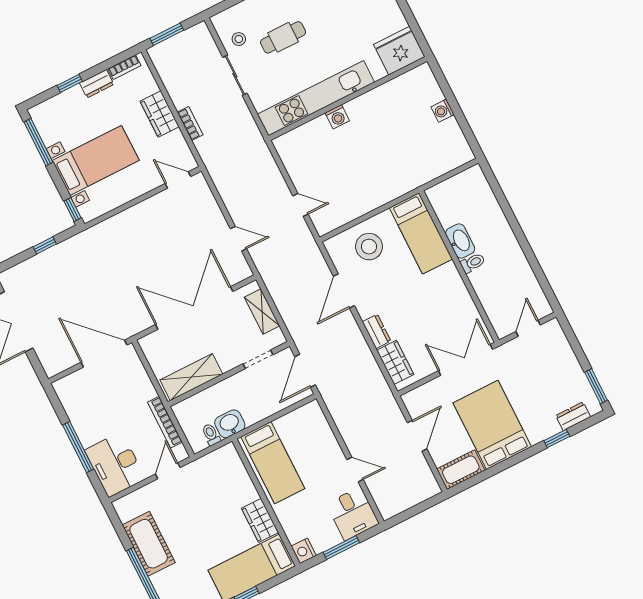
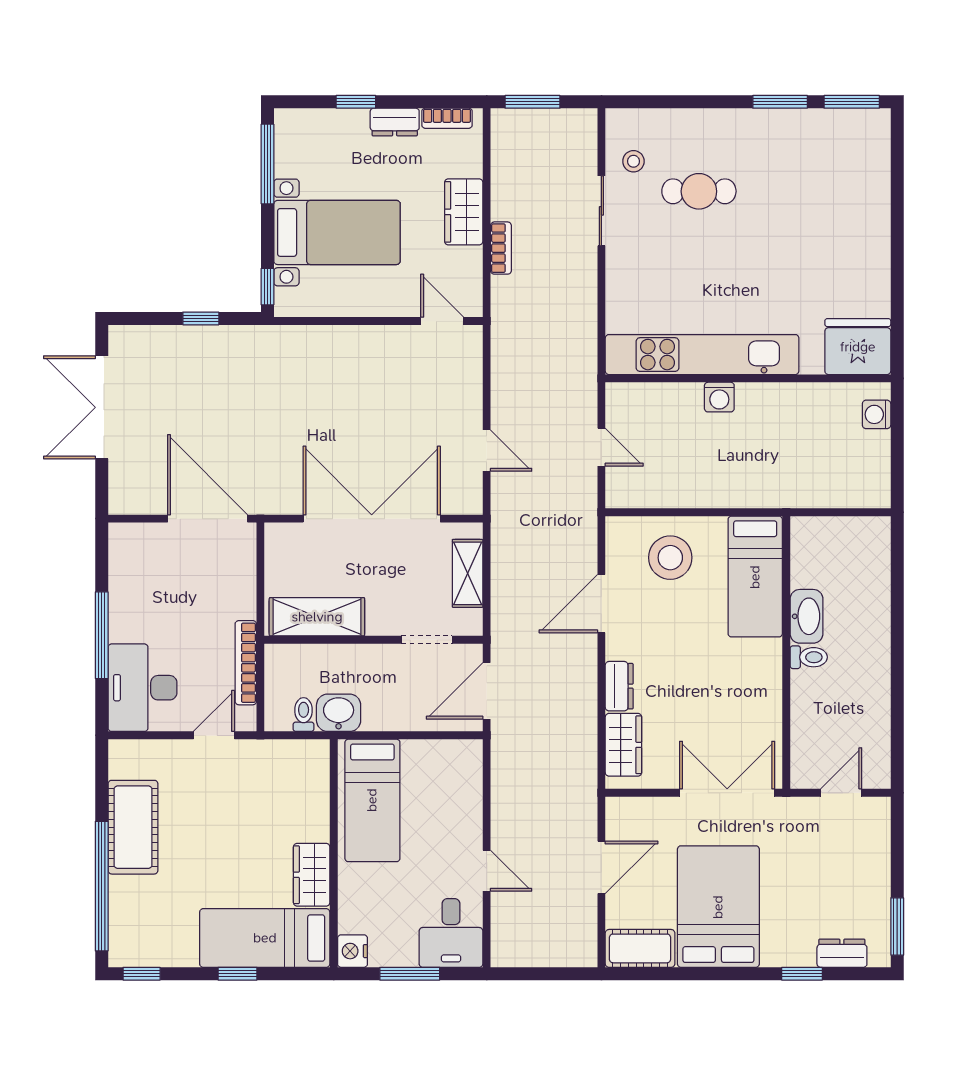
fridge: (399, 51) -> (858, 347), moved
kitchen unit: (316, 98) -> (702, 355), moved
wall: (348, 99) -> (748, 378), moved
washing machine: (337, 117) -> (719, 397), moved

